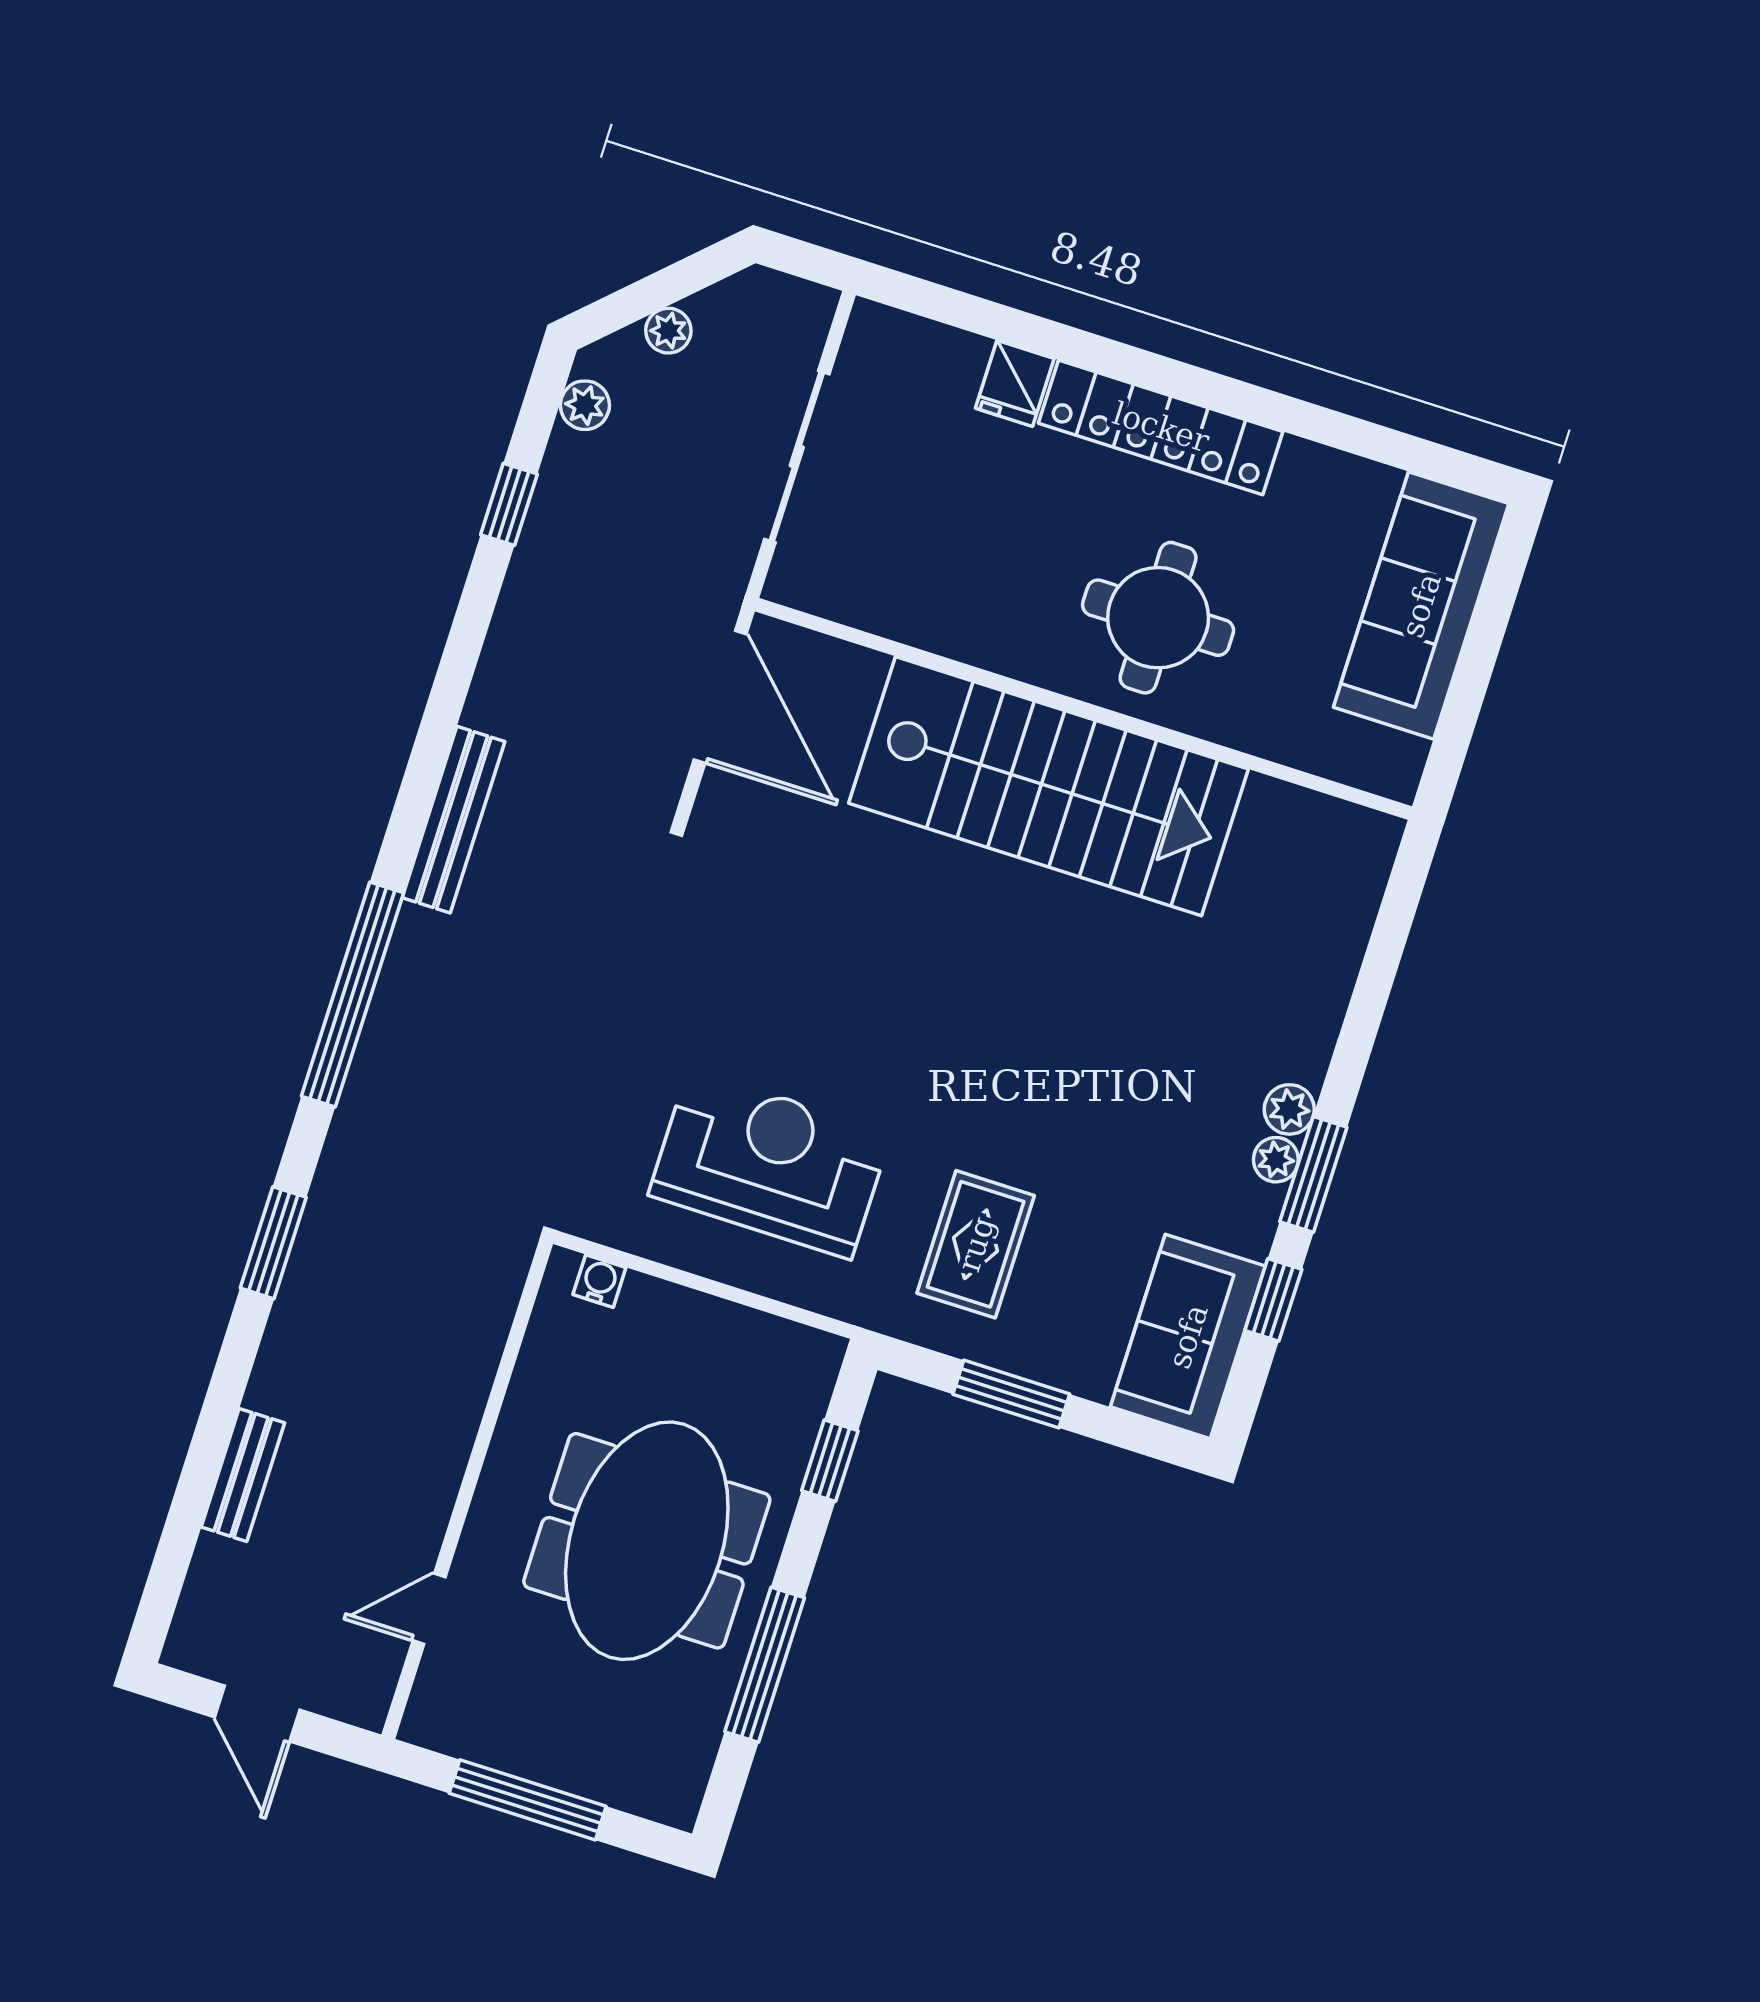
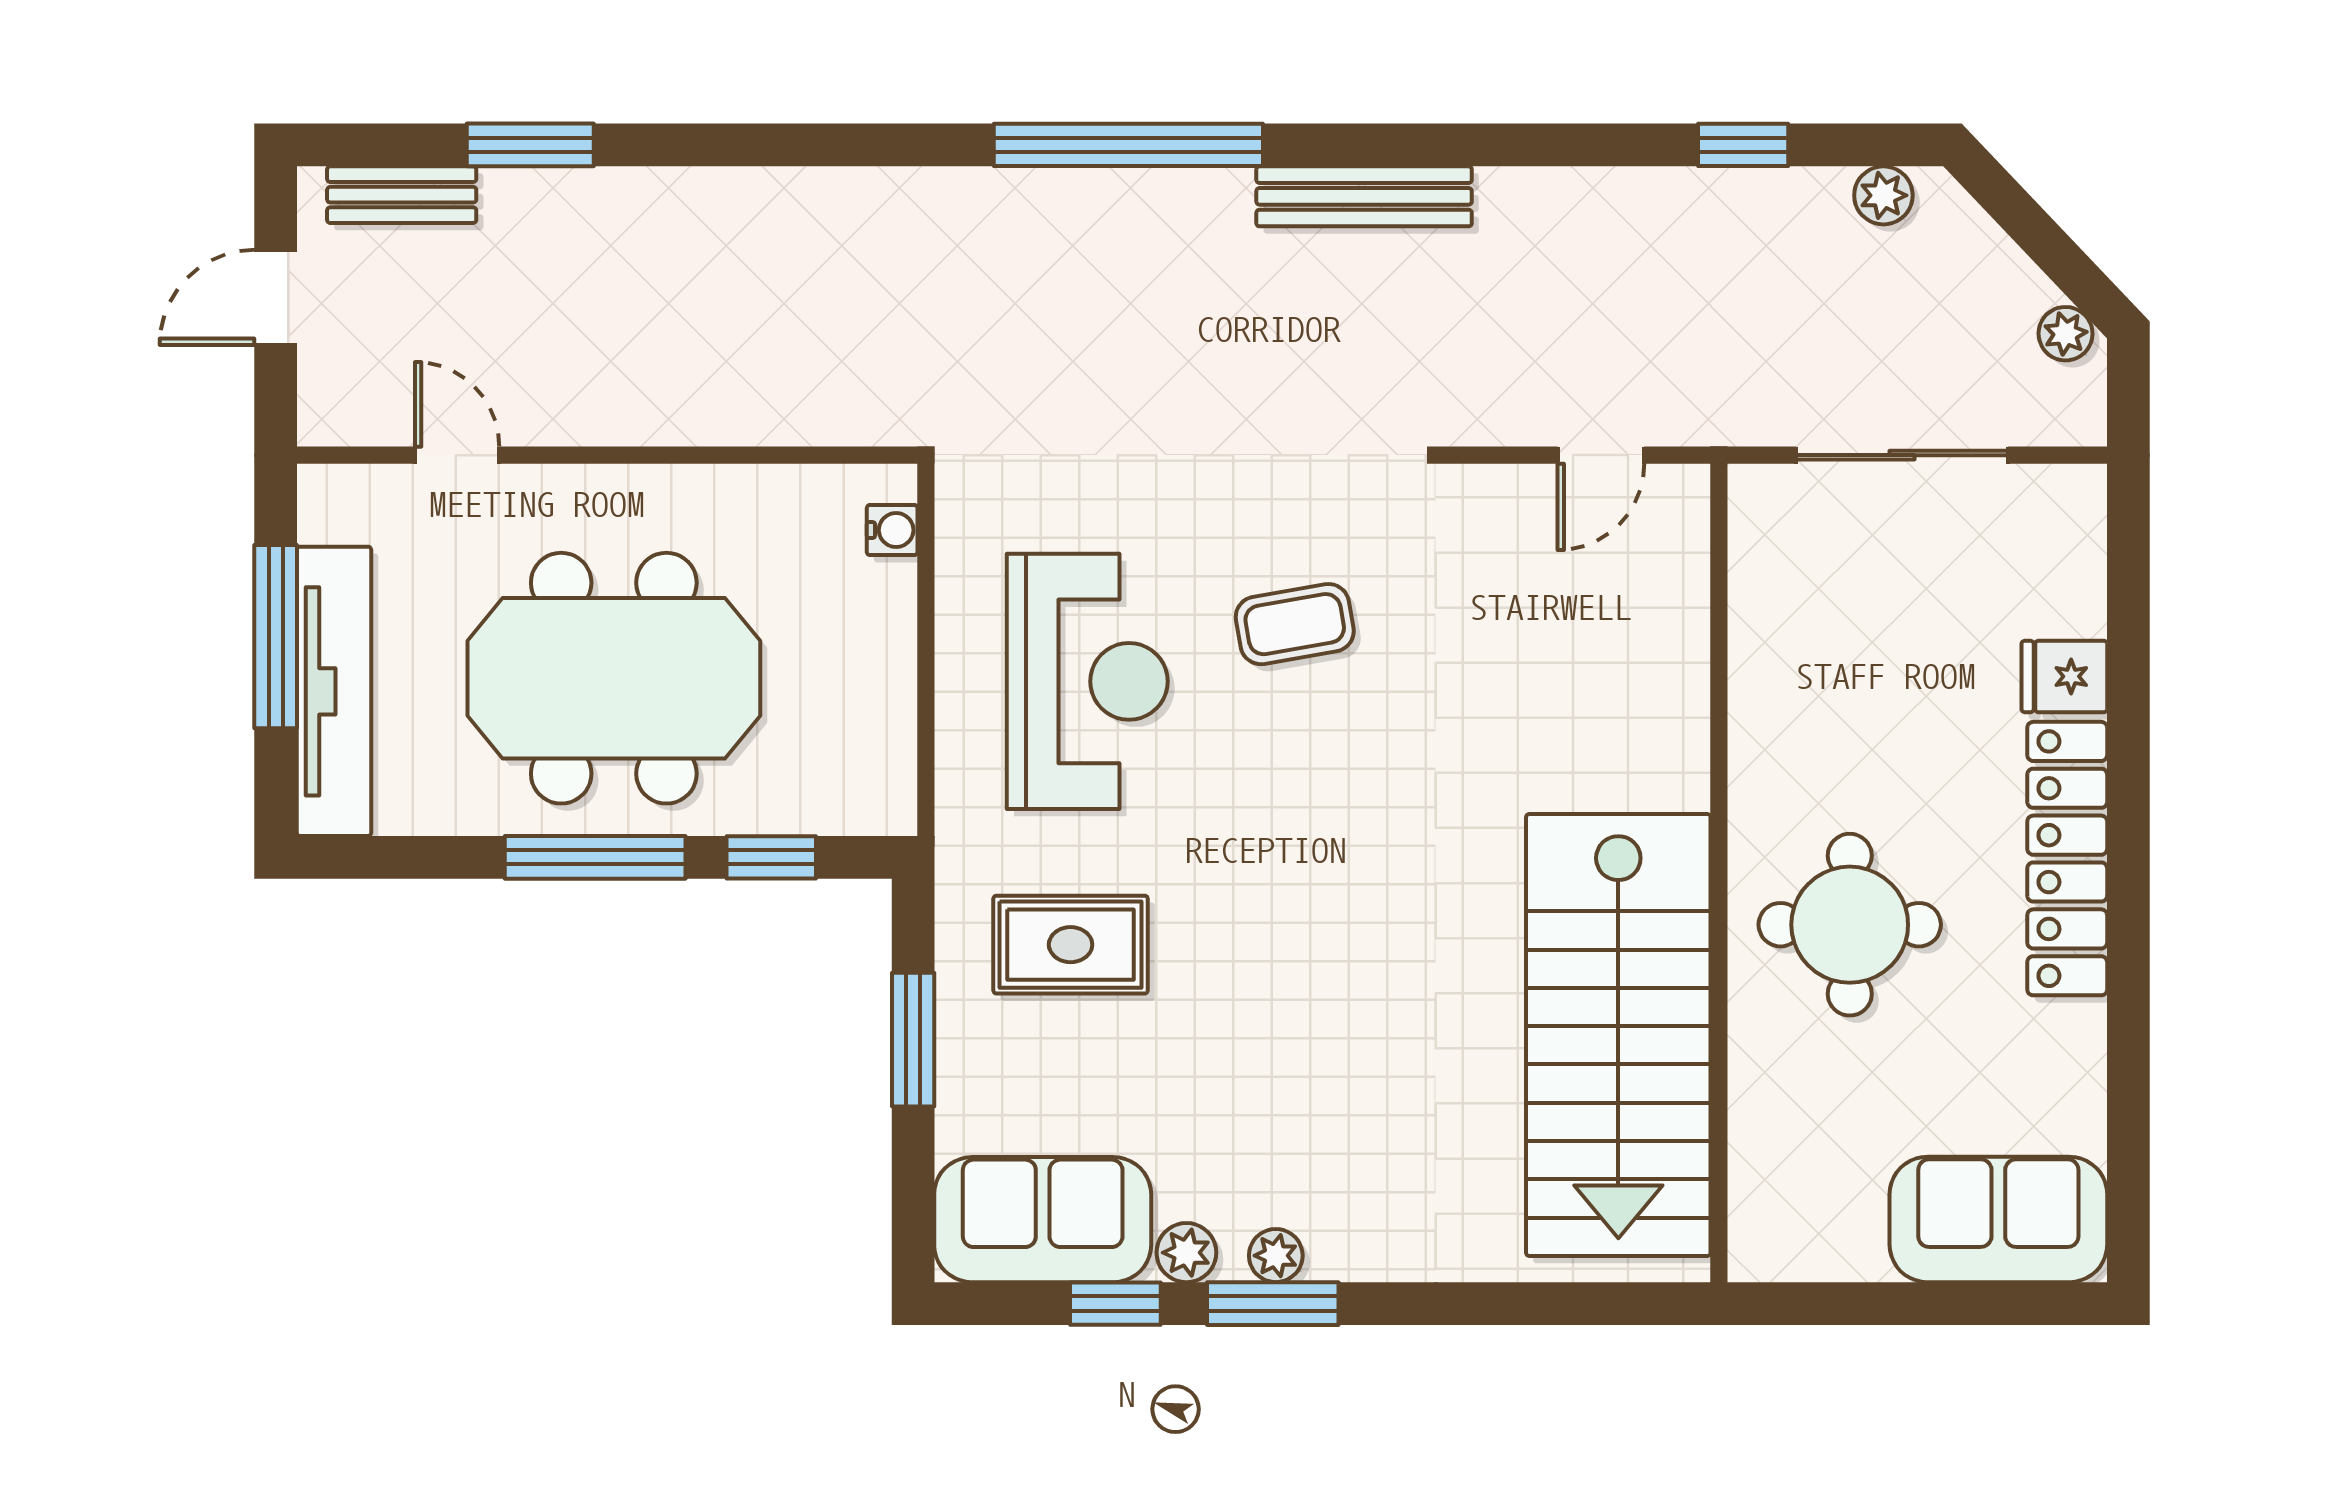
plant: (668, 331) -> (2066, 334), moved
sofa: (1421, 605) -> (1998, 1219), width x0.73
door: (720, 697) -> (1601, 455), width x0.53
stairs: (1048, 786) -> (1618, 1035), moved
coffee table: (777, 984) -> (1295, 624), added
plant: (1289, 1109) -> (1186, 1253), moved
window: (273, 1243) -> (530, 145), moved
bench: (243, 1475) -> (402, 195), moved
window: (765, 1665) -> (595, 857), moved
tv unit: (586, 1767) -> (334, 691), added

